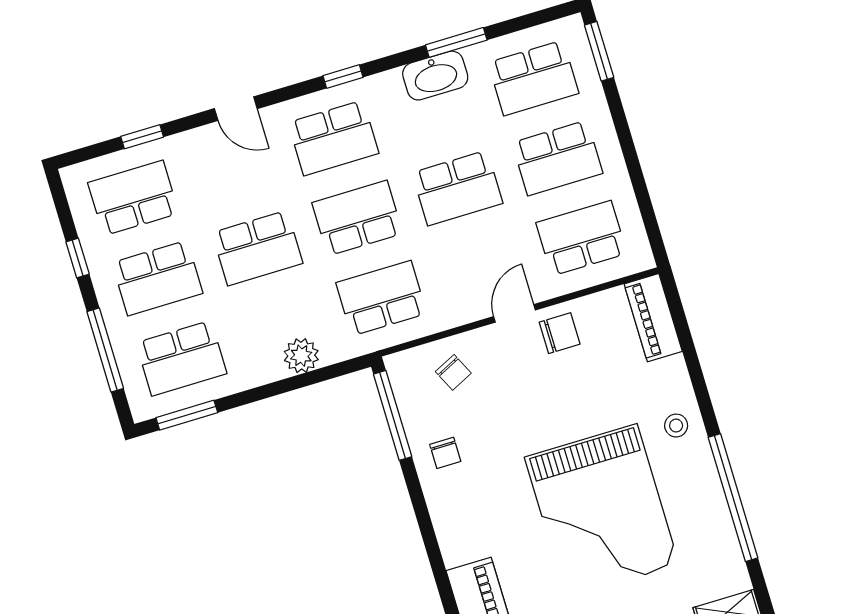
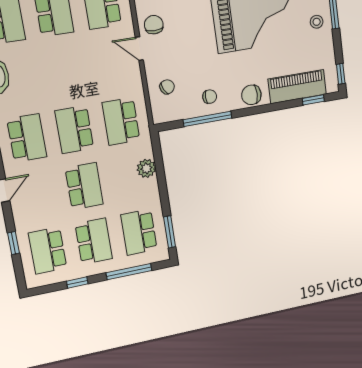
school desk: (457, 188) -> (64, 71), removed
school desk: (181, 358) -> (139, 232), turned 180
window: (393, 415) -> (207, 119), moved
chair: (458, 531) -> (251, 95), added

